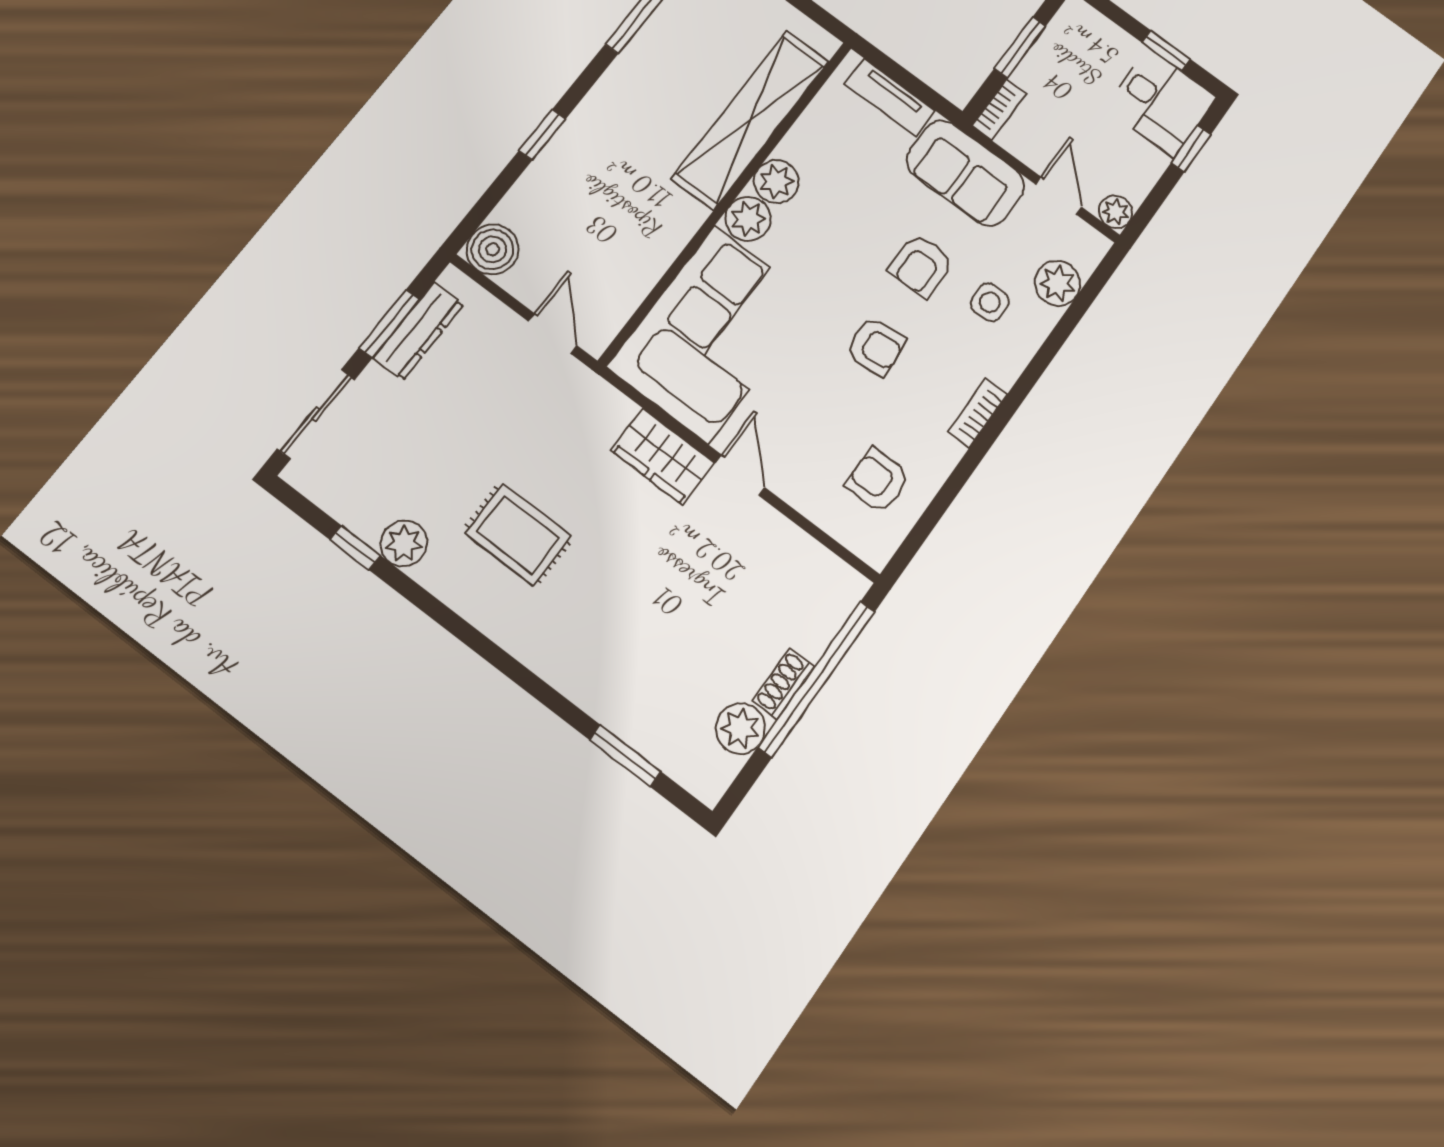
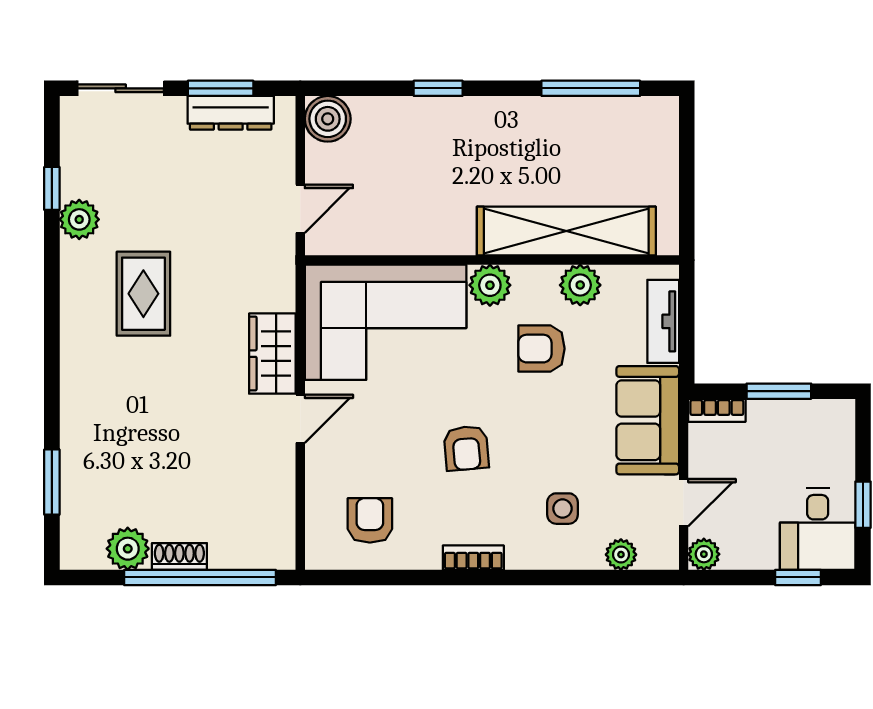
plant: (776, 181) -> (580, 285), moved
armchair: (921, 266) -> (541, 349), moved
plant: (1058, 283) -> (621, 555), width x0.73, depth x0.73

